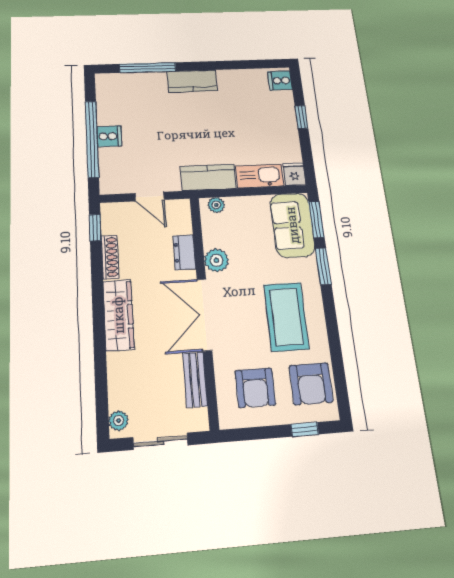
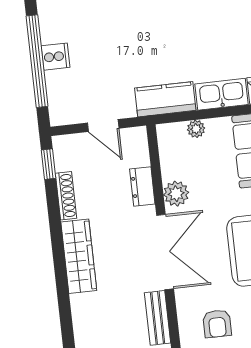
plant: (216, 205) -> (196, 129), moved
double door: (204, 315) -> (165, 252), swing flipped
armchair: (255, 388) -> (217, 324), width x0.72, depth x0.72

